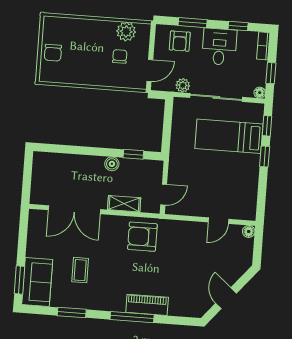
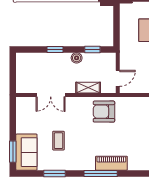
window: (85, 151) -> (55, 49), added
double door: (74, 210) -> (51, 95), width x0.73

